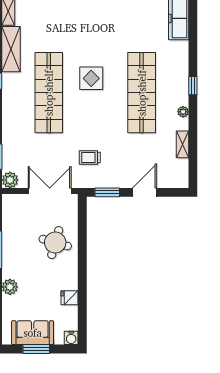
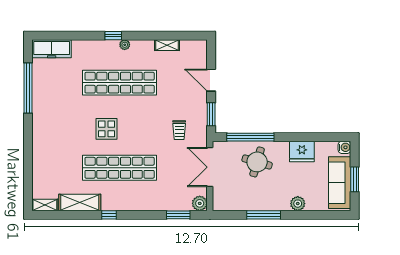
plant: (183, 112) -> (125, 45), moved
window: (82, 235) -> (250, 137), added
fridge: (70, 298) -> (302, 151), width x1.88, depth x1.34
sofa: (33, 333) -> (340, 183), width x1.36

